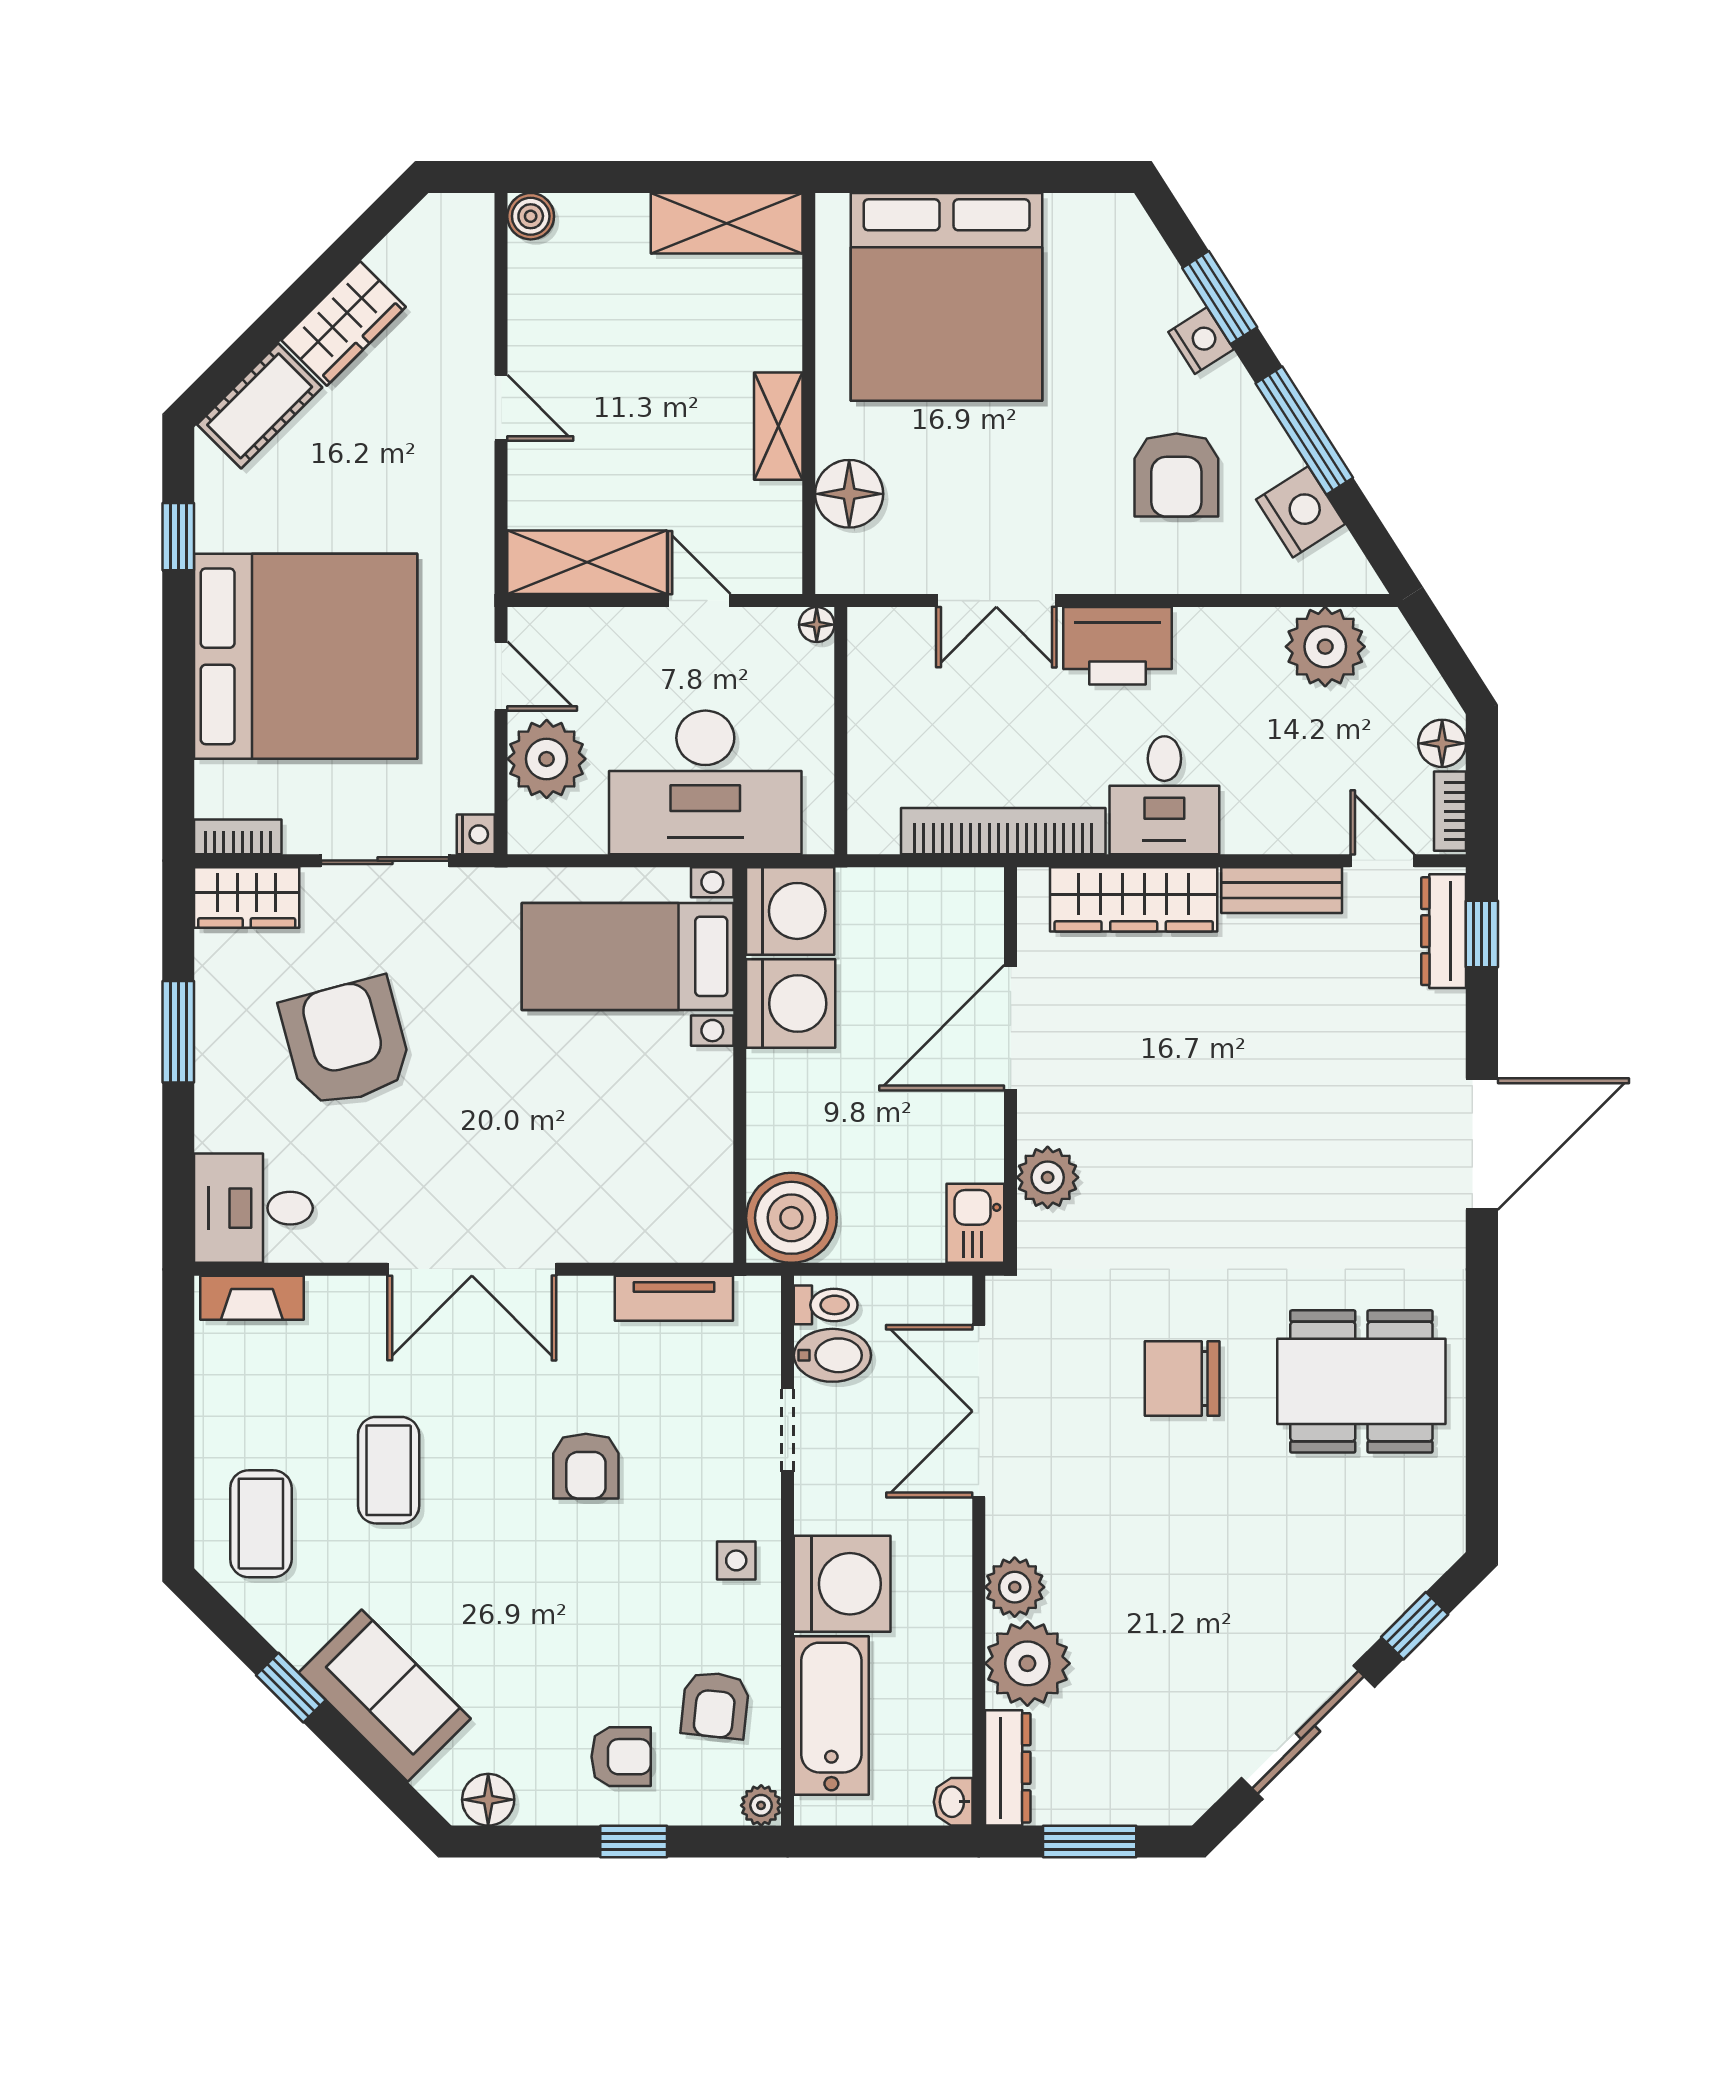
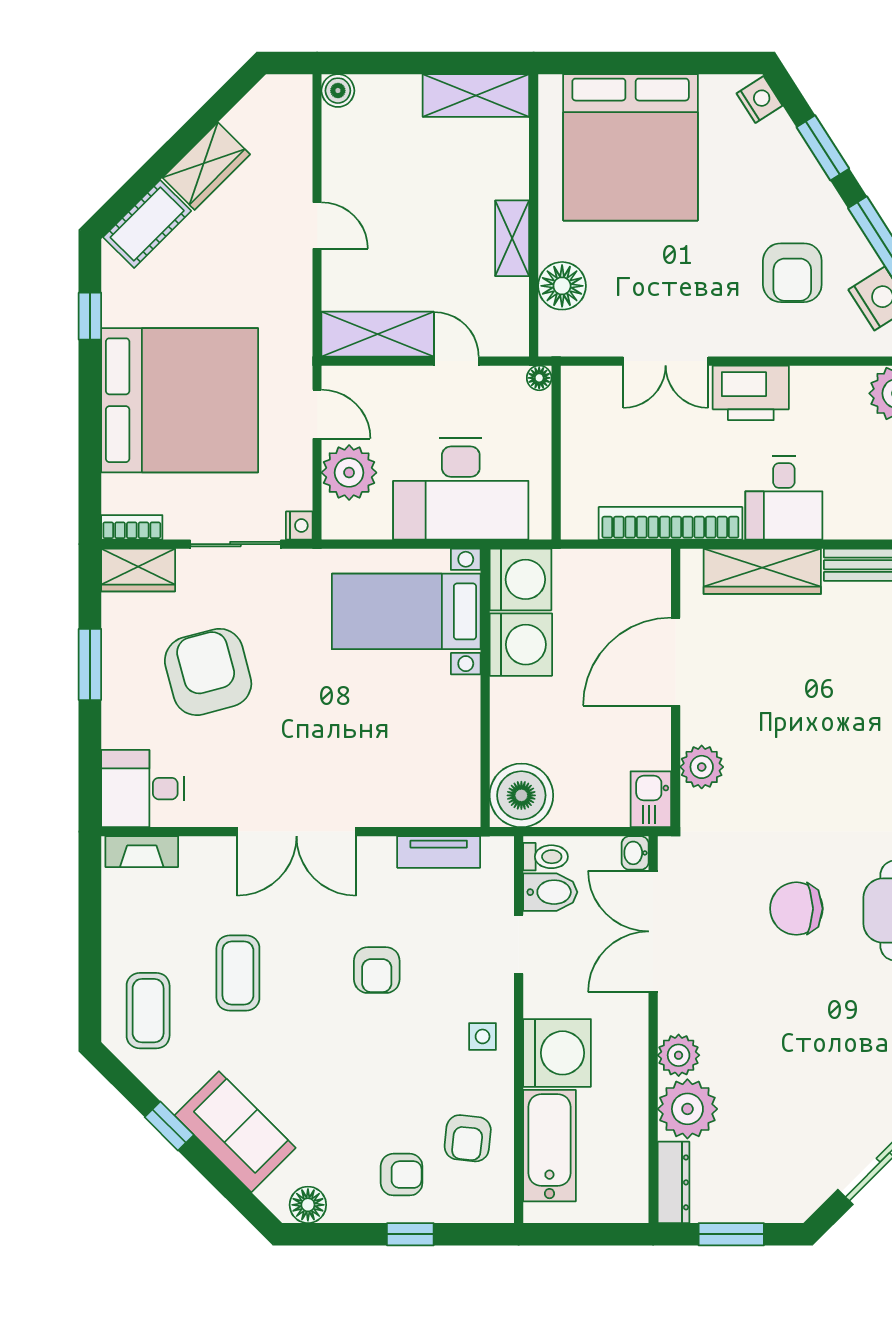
nightstand: (1201, 341) -> (760, 99), moved
washbasin: (953, 1802) -> (635, 853), moved
plant: (761, 1805) -> (500, 1209), removed

